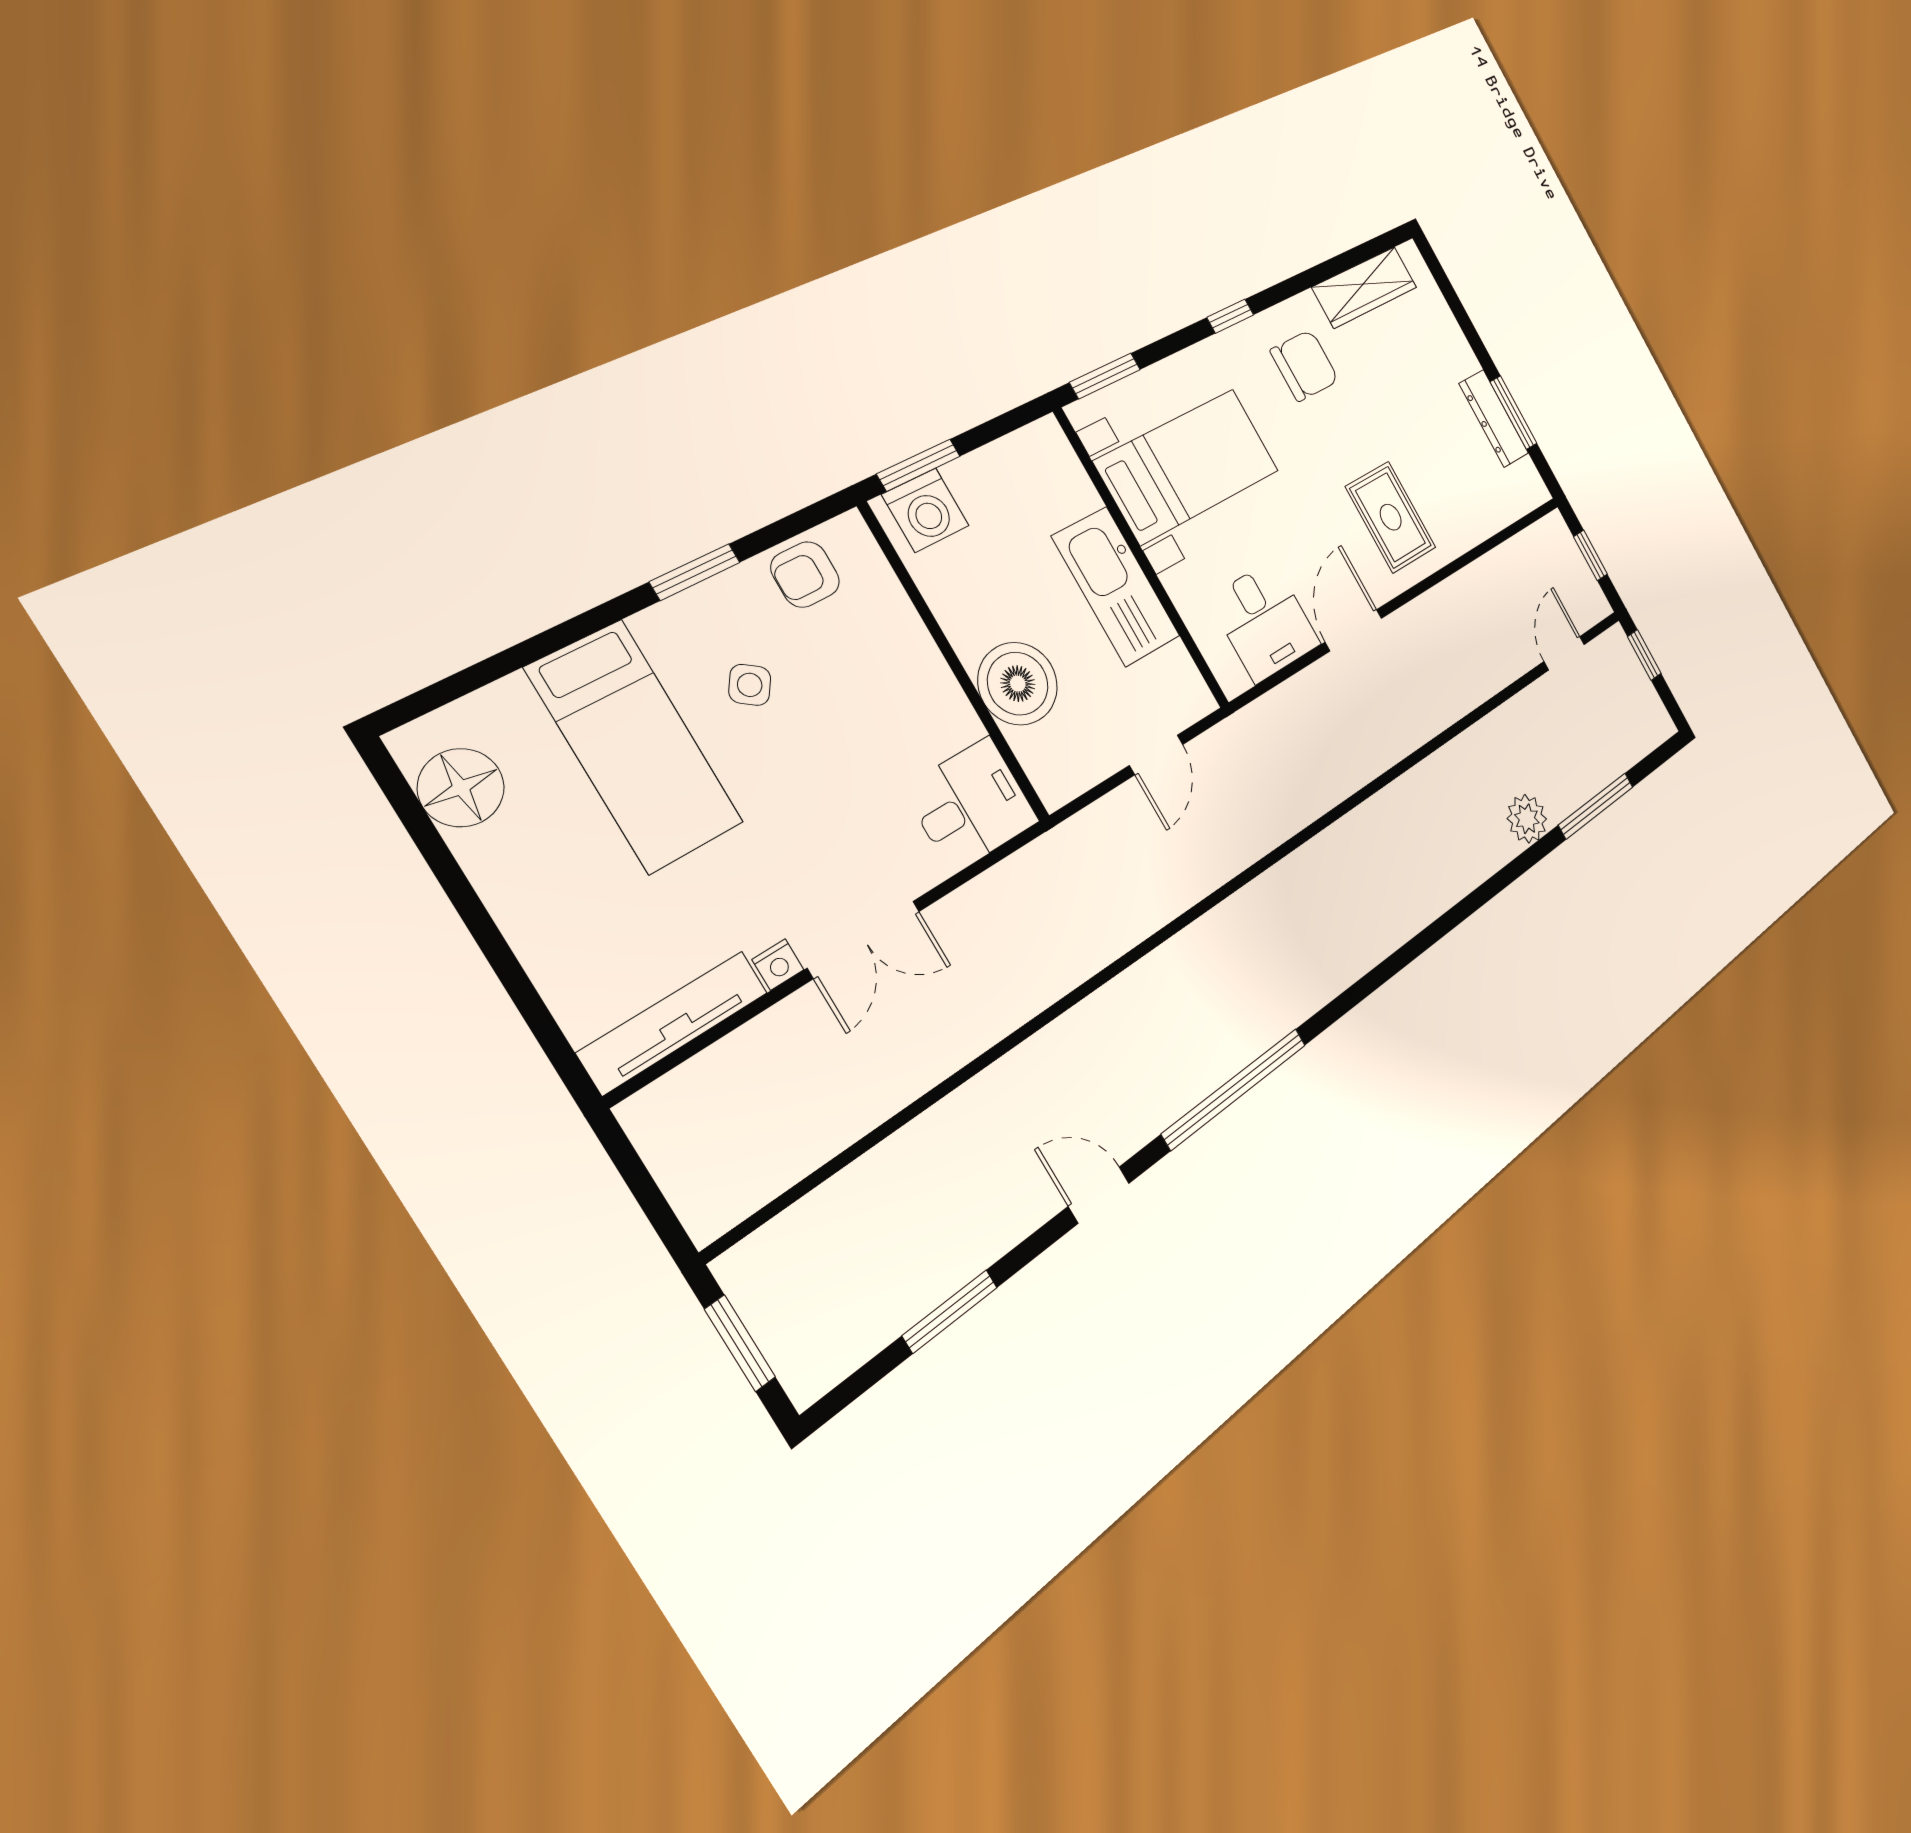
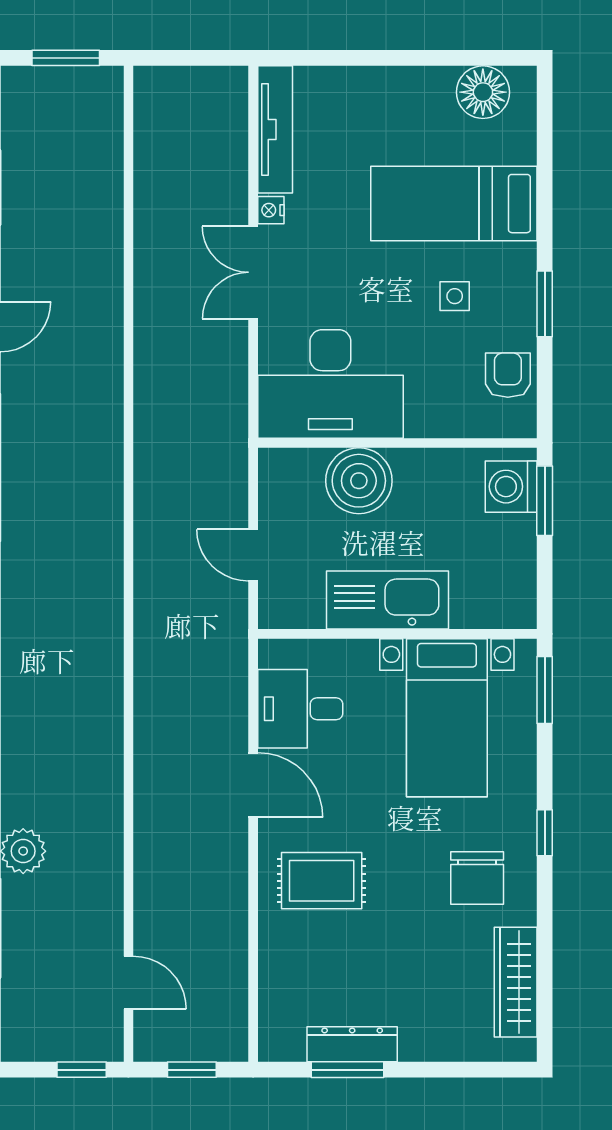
side table: (750, 685) -> (455, 296), turned -35
desk: (971, 805) -> (330, 384), width x1.87, depth x1.30

